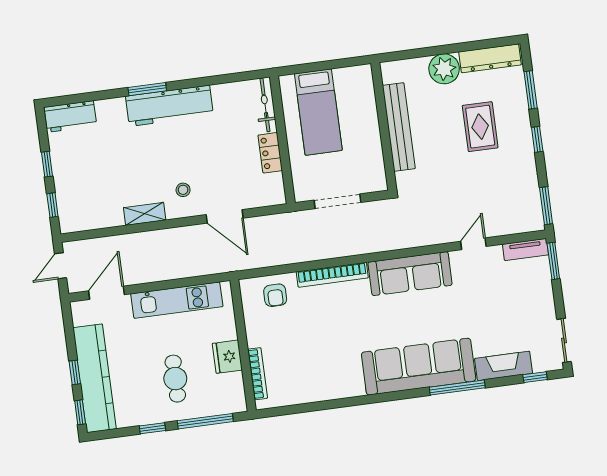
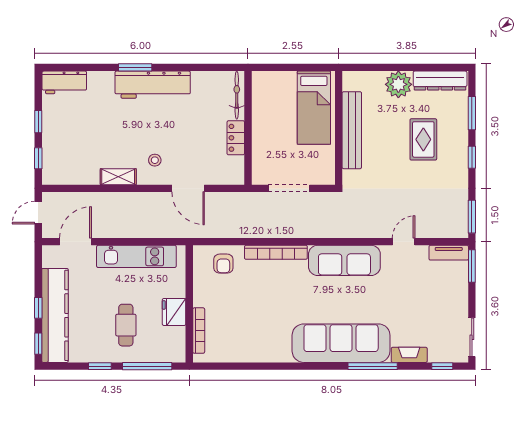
bed: (318, 112) -> (314, 108), moved
fireplace: (504, 366) -> (409, 355), width x0.73, depth x0.76

